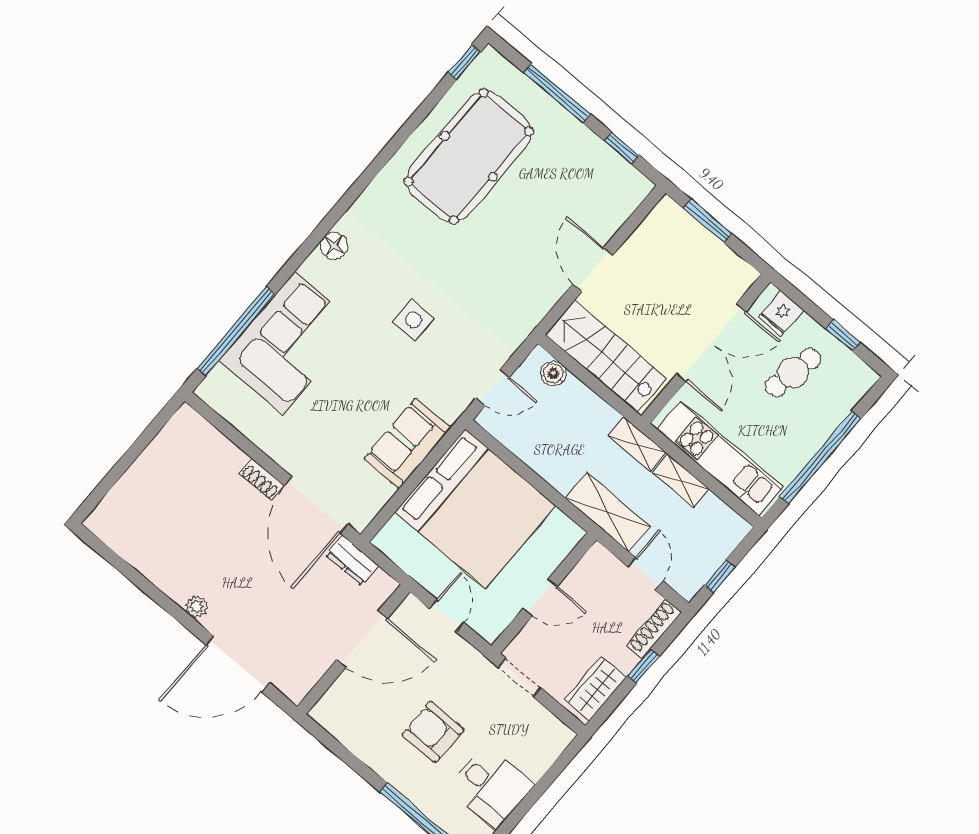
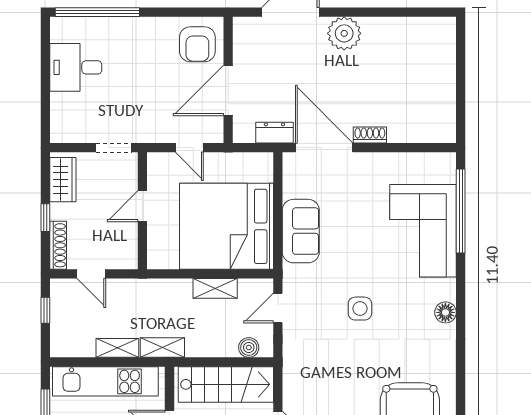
shelving: (608, 512) -> (215, 288), moved, width x0.67, depth x0.75
plant: (197, 607) -> (344, 33), width x1.88, depth x1.88
armchair: (433, 732) -> (197, 44), moved, turned 90

